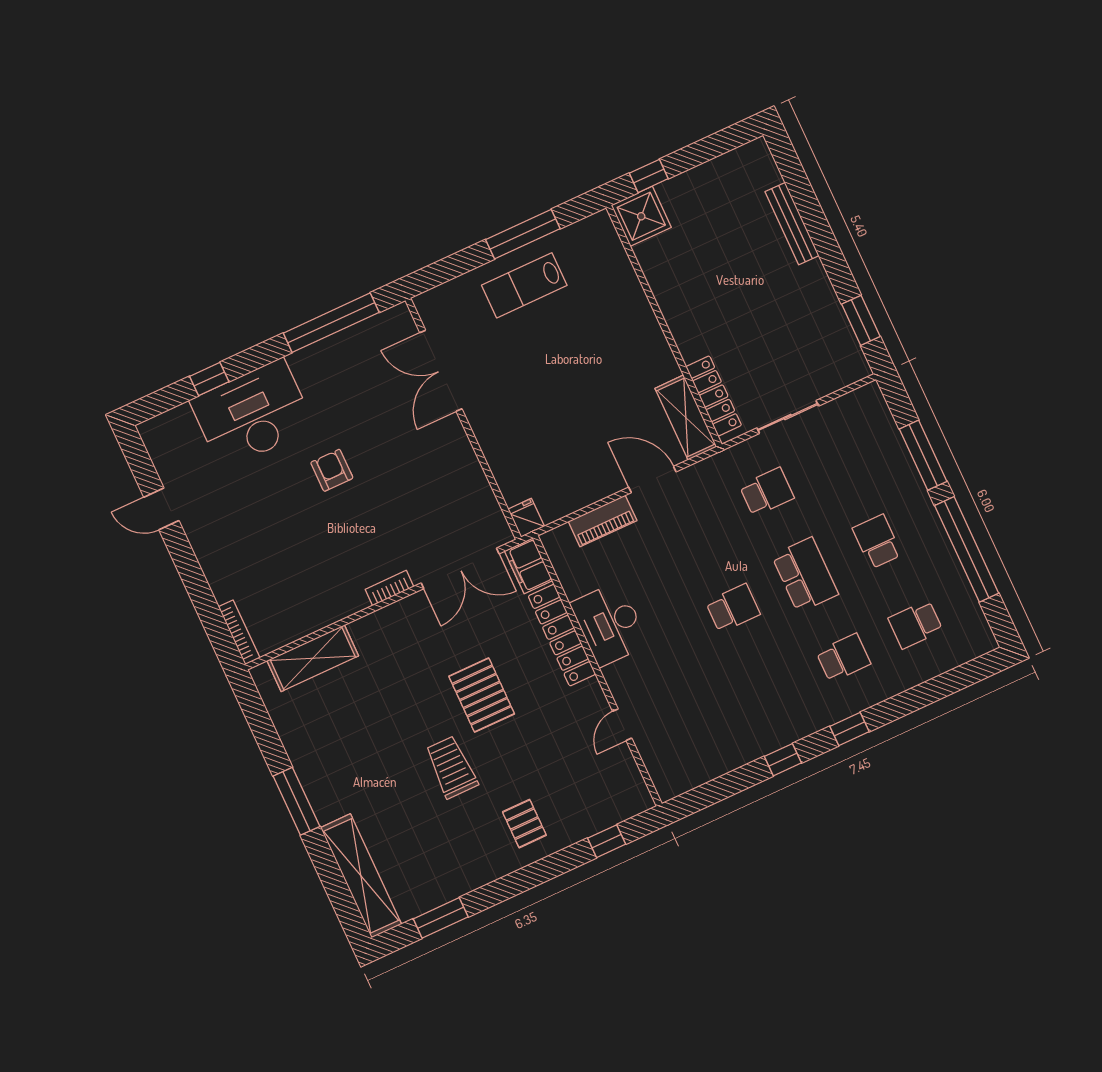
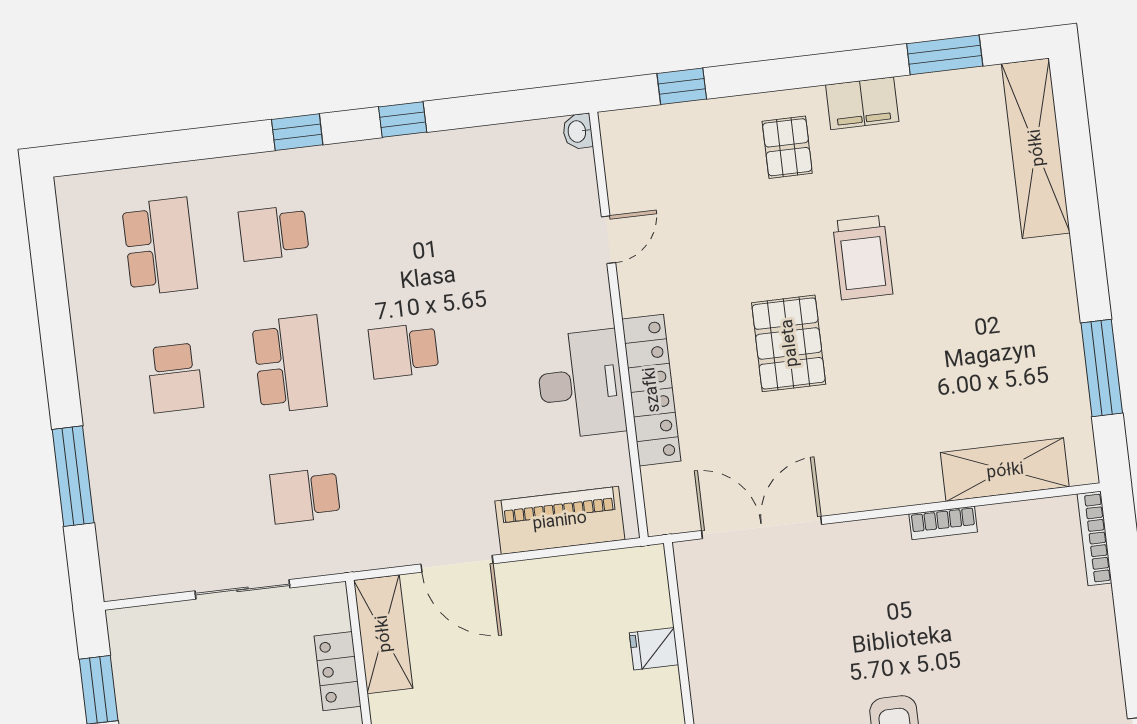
locker: (714, 396) -> (338, 671), width x0.66
fridge: (526, 518) -> (654, 649), moved, turned 90
piano: (603, 521) -> (560, 520), width x1.37, depth x1.33
window: (967, 549) -> (55, 327), removed
filing cabinet: (528, 566) -> (862, 103), moved, turned 90
school desk: (805, 575) -> (289, 364), turned 180
bookcase: (390, 588) -> (943, 523), moved
school desk: (915, 624) -> (159, 247), width x1.85
washbasin: (665, 789) -> (578, 131), added
window: (296, 801) -> (1102, 368), moved

